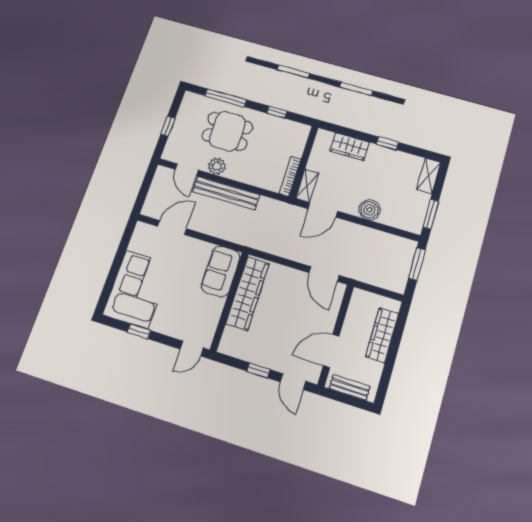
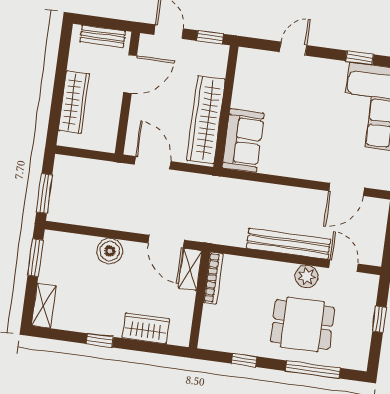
door: (323, 210) -> (166, 242), swing flipped
sofa: (221, 272) -> (243, 141), moved
wardrobe: (248, 293) -> (206, 120), moved
wall: (229, 301) -> (226, 107), moved

